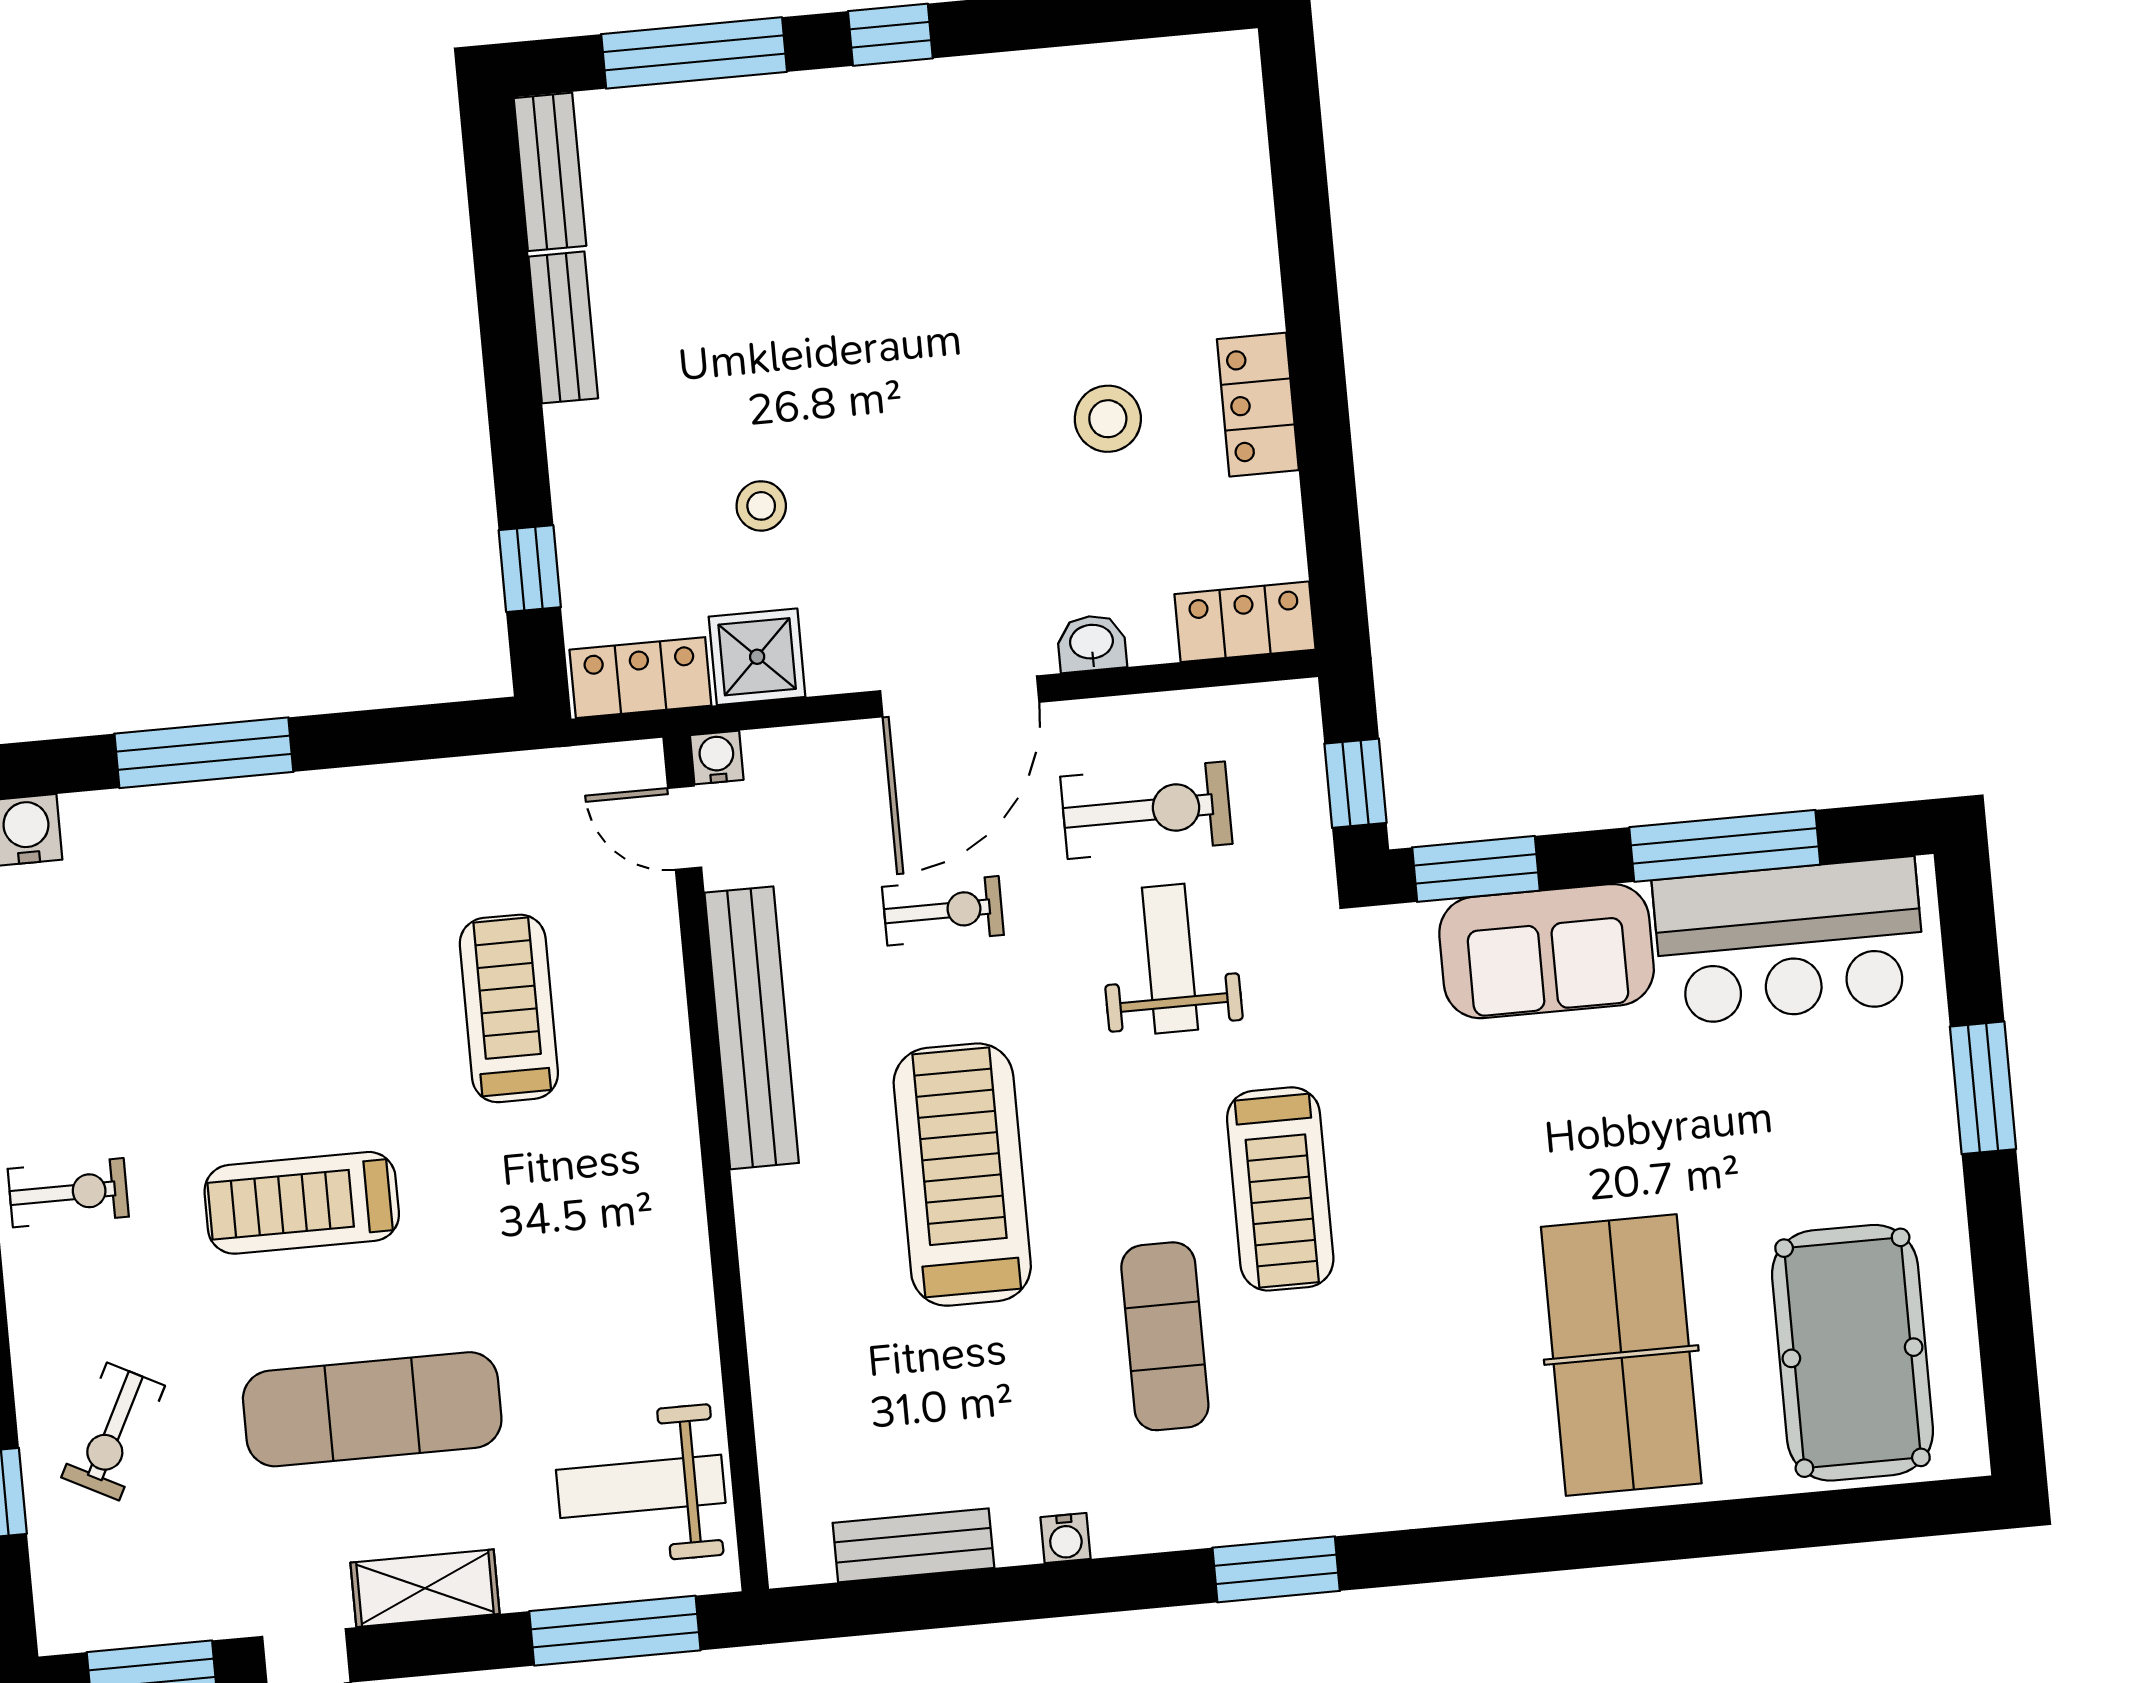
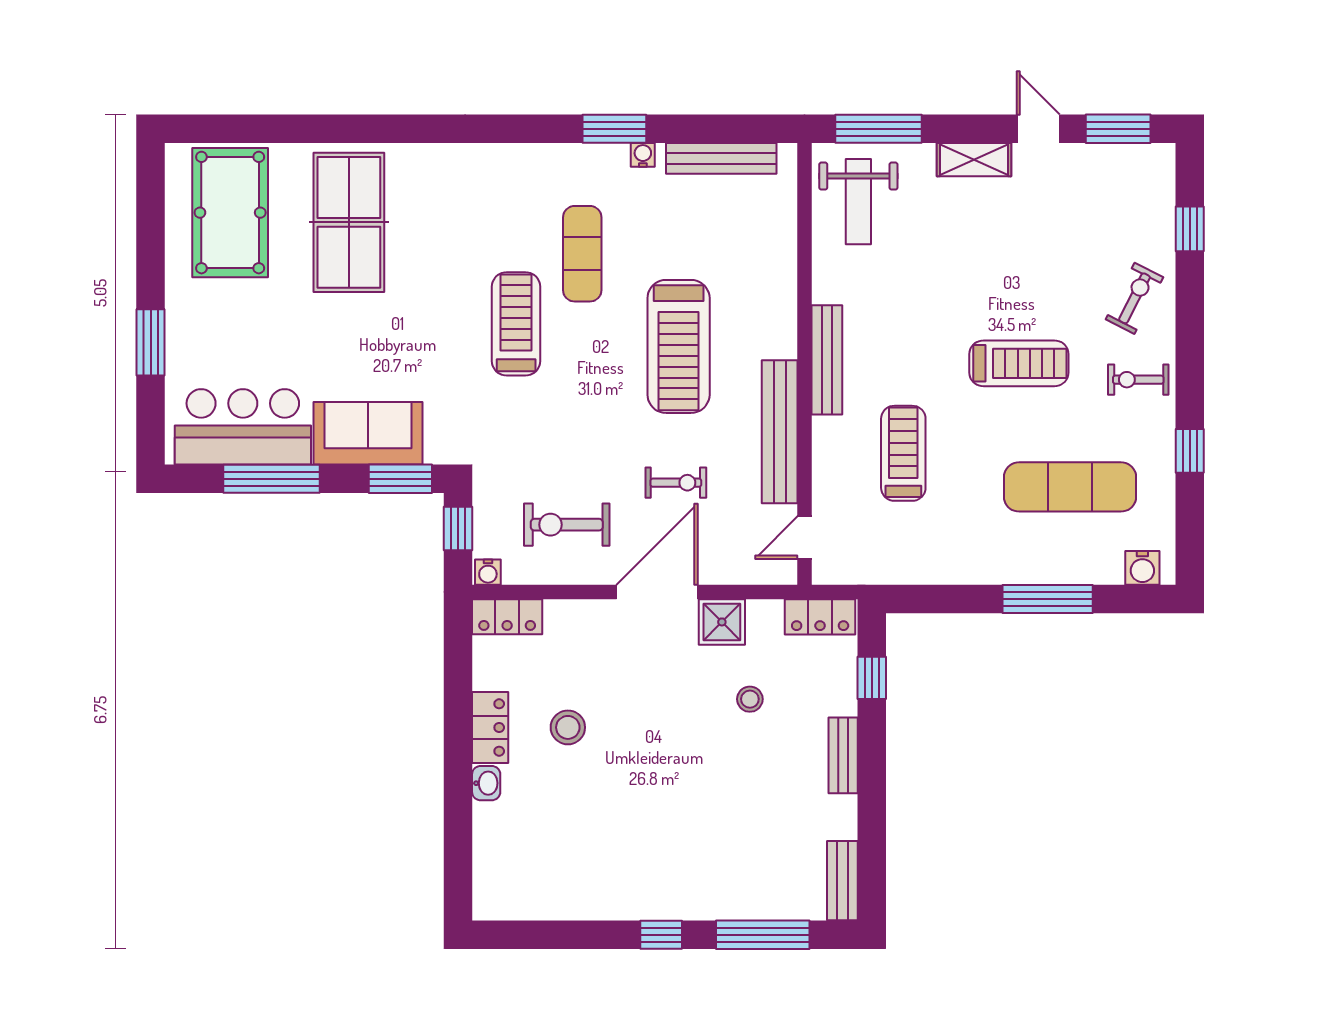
bench: (563, 327) -> (843, 755), moved
washbasin: (1092, 643) -> (486, 783), moved, turned -90
shower: (757, 657) -> (722, 622), moved
water cooler: (717, 758) -> (488, 572), moved
door: (685, 828) -> (804, 538), swing flipped
exercise bike: (943, 911) -> (676, 483), turned 180
weight bench: (1170, 959) -> (562, 447), removed
treadmill: (509, 1008) -> (903, 453), turned 180
bench: (673, 1175) -> (827, 360), added
exercise mat: (372, 1409) -> (1070, 487), moved
exercise bike: (113, 1432) -> (1135, 298), moved
weight bench: (641, 1486) -> (858, 202), turned 90
bench: (913, 1545) -> (721, 158), width x1.36
window: (1276, 1569) -> (614, 129), moved

